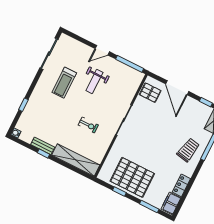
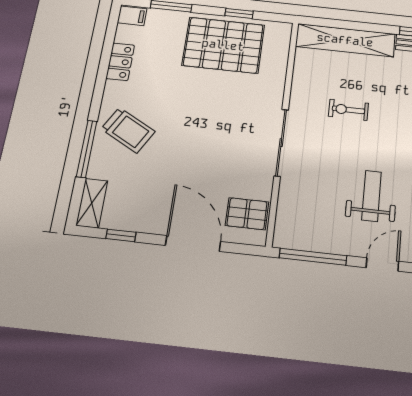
trolley: (188, 150) -> (128, 130), turned -72
filing cabinet: (171, 203) -> (132, 16), width x0.50

